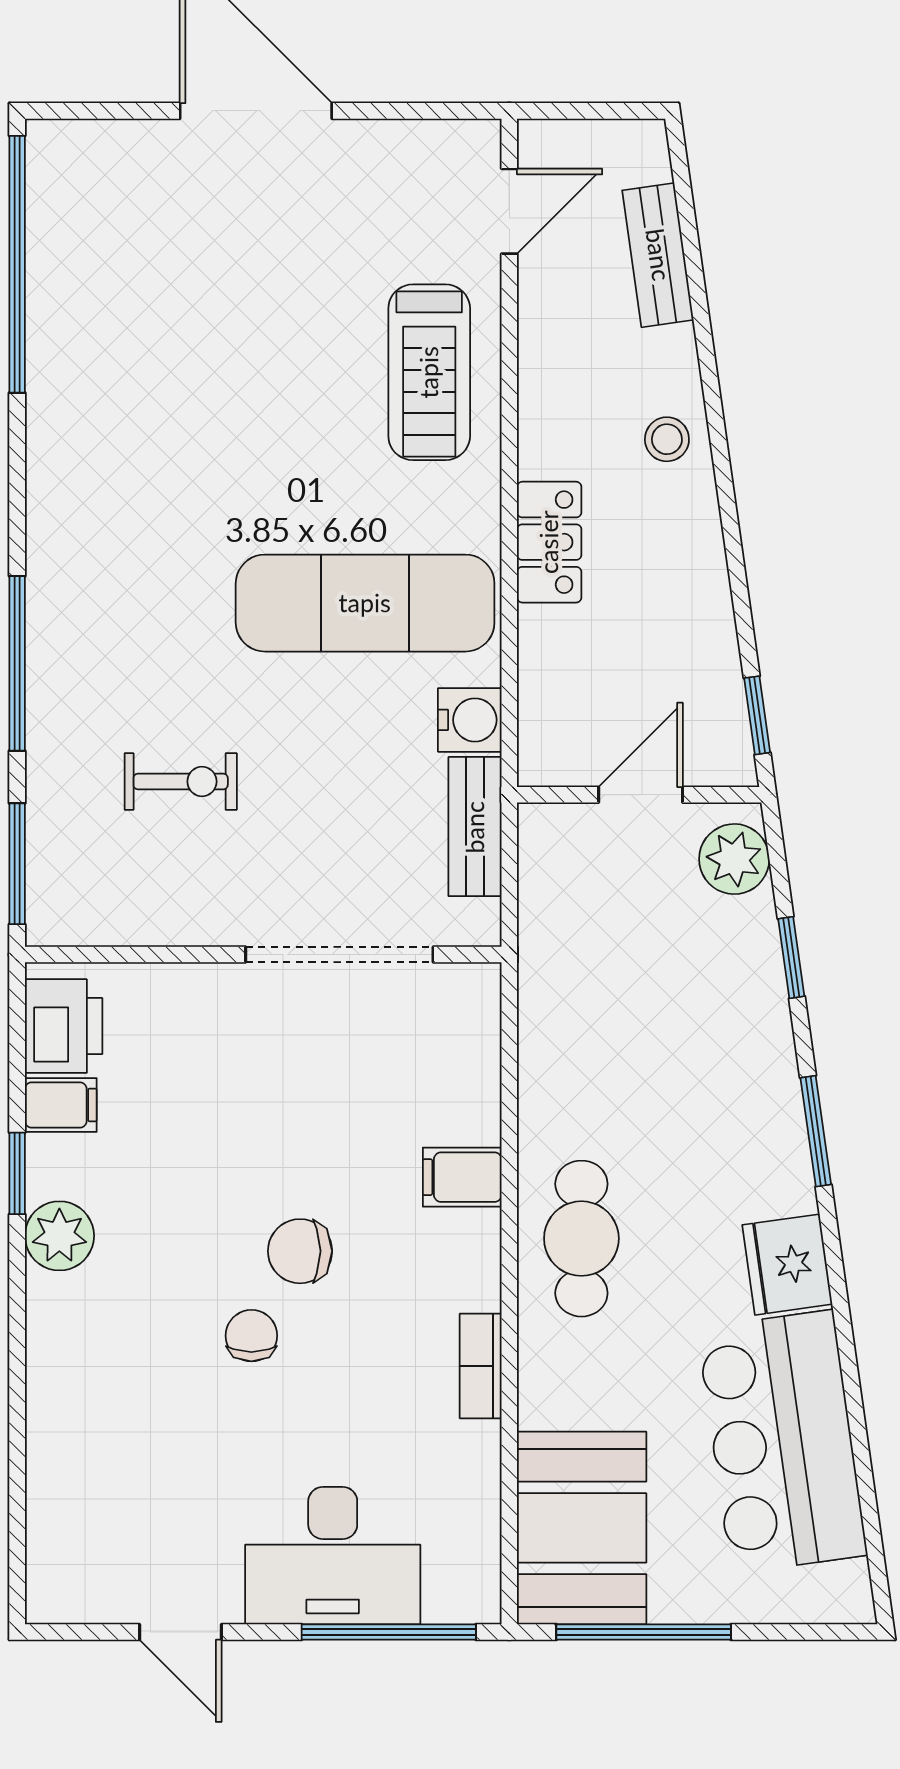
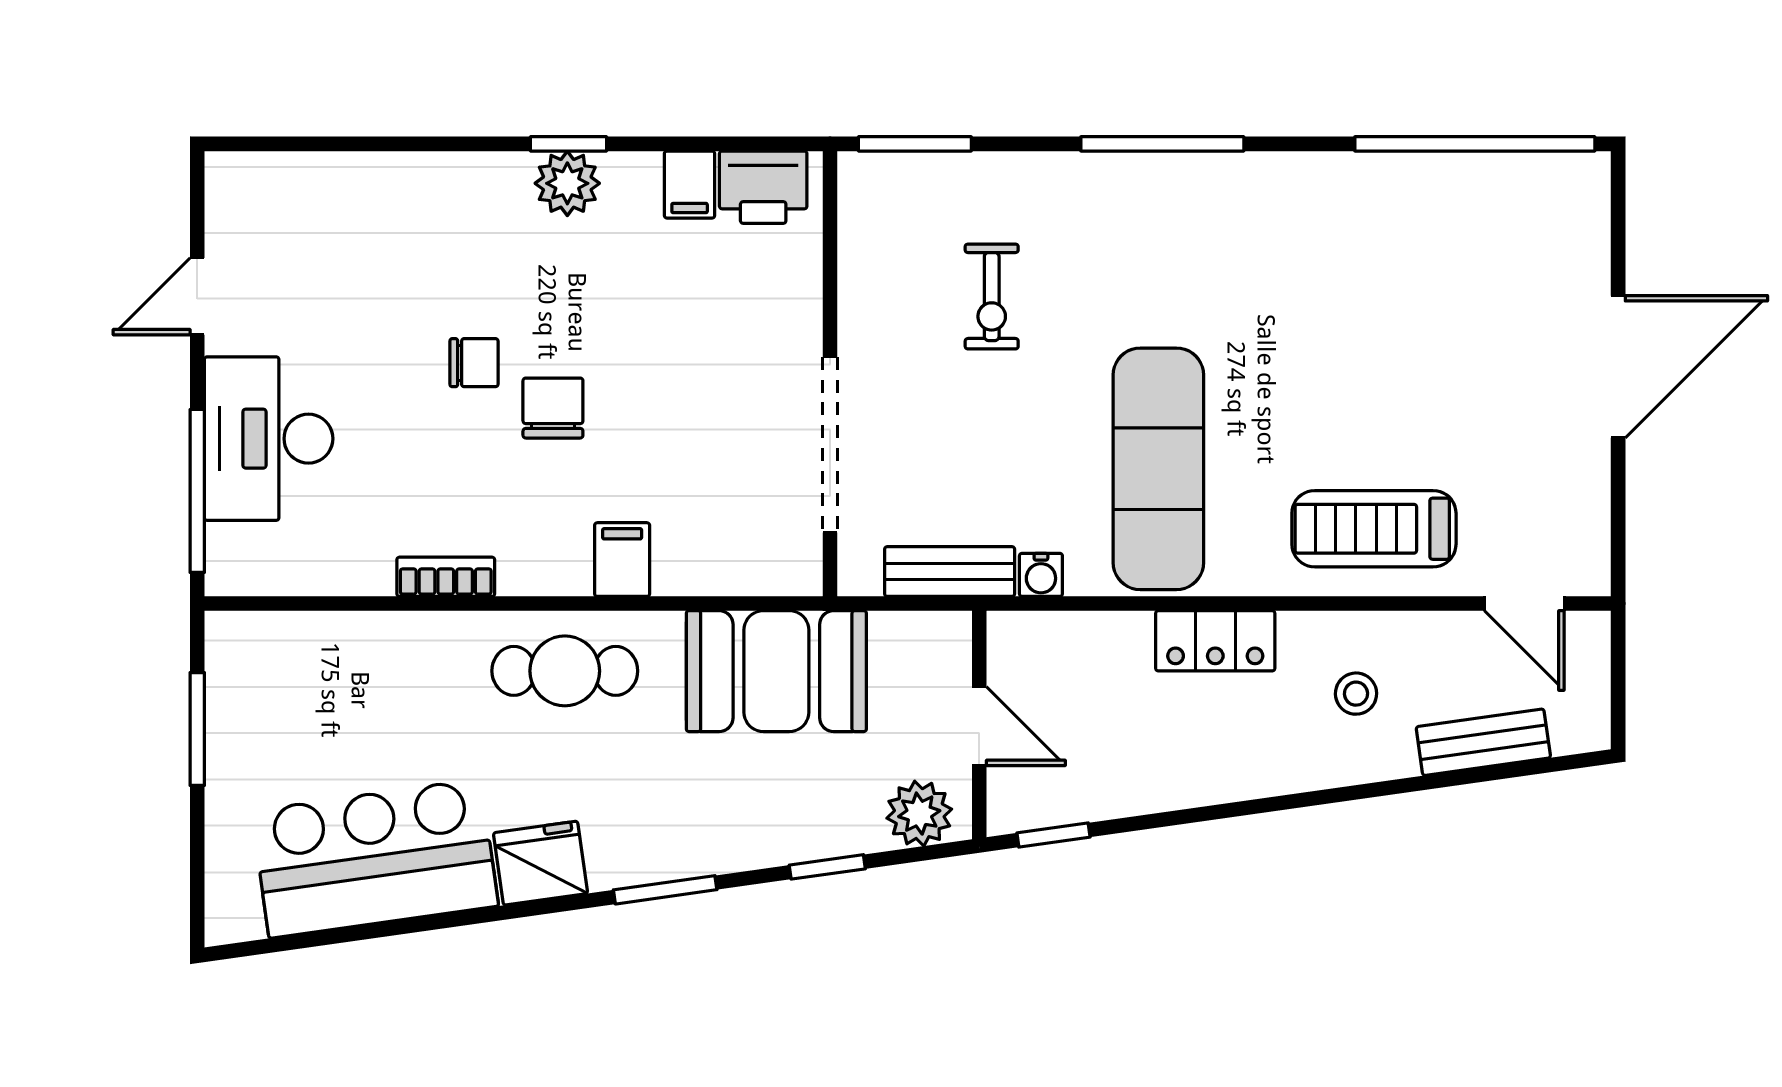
stool: (667, 439) -> (1356, 694), moved
window: (17, 663) -> (1162, 144), moved
water cooler: (470, 720) -> (1041, 575), width x0.72, depth x0.72
window: (17, 1173) -> (569, 144), moved
booth: (582, 1528) -> (776, 671), moved
window: (644, 1632) -> (197, 729), width x0.69

